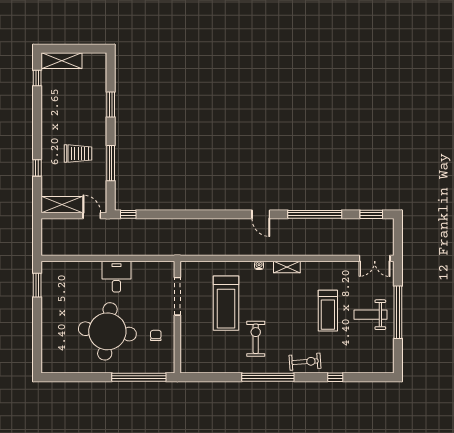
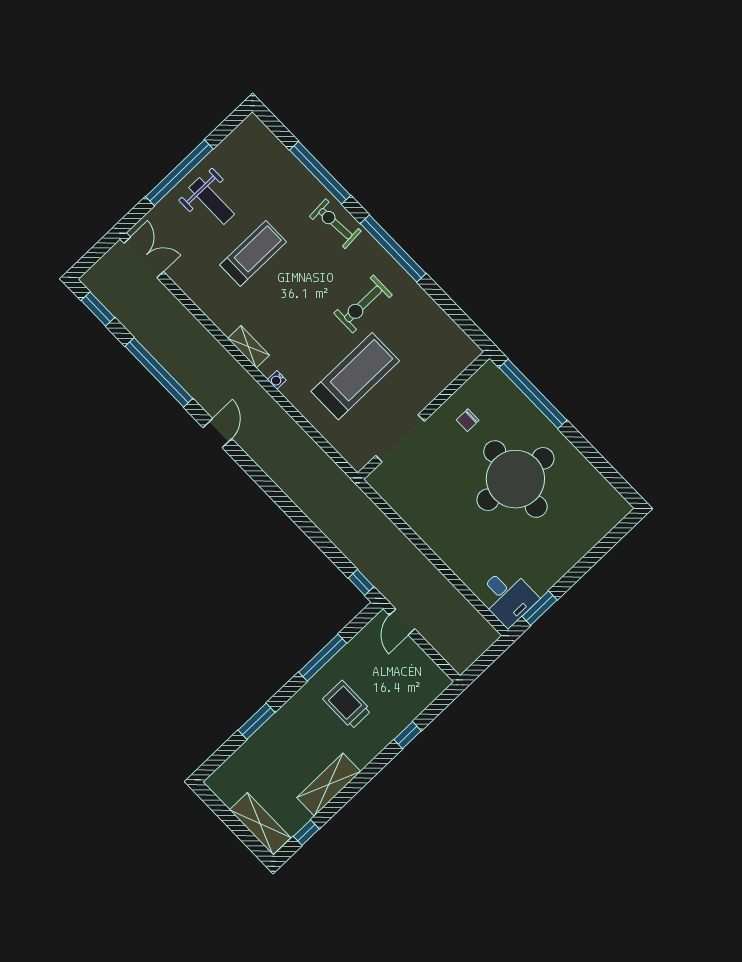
shelving: (62, 205) -> (329, 785), moved, turned 90
desk: (116, 277) -> (507, 597), moved, turned -90
window: (335, 377) -> (320, 173), width x3.17

